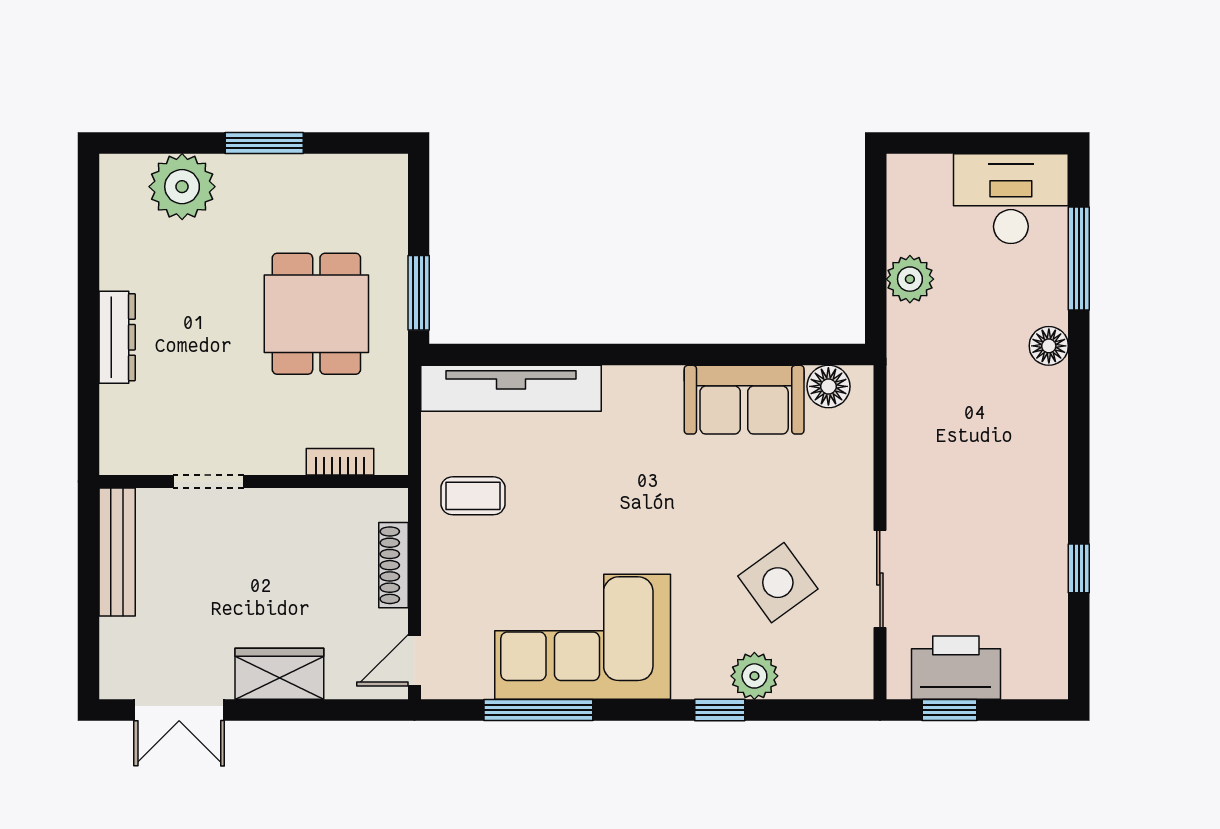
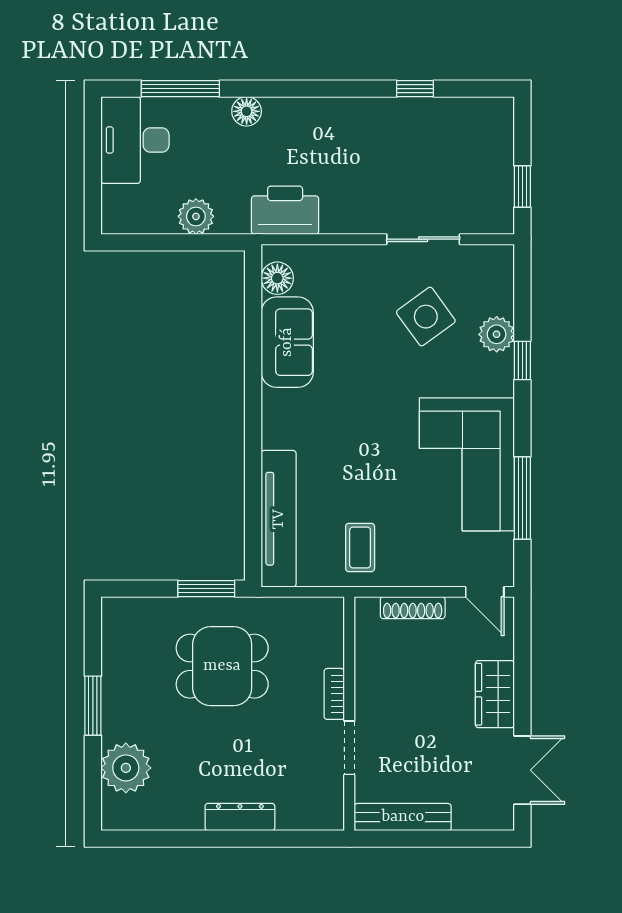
bookcase: (340, 462) -> (334, 694), moved
printer: (956, 668) -> (285, 210), moved, turned 90

